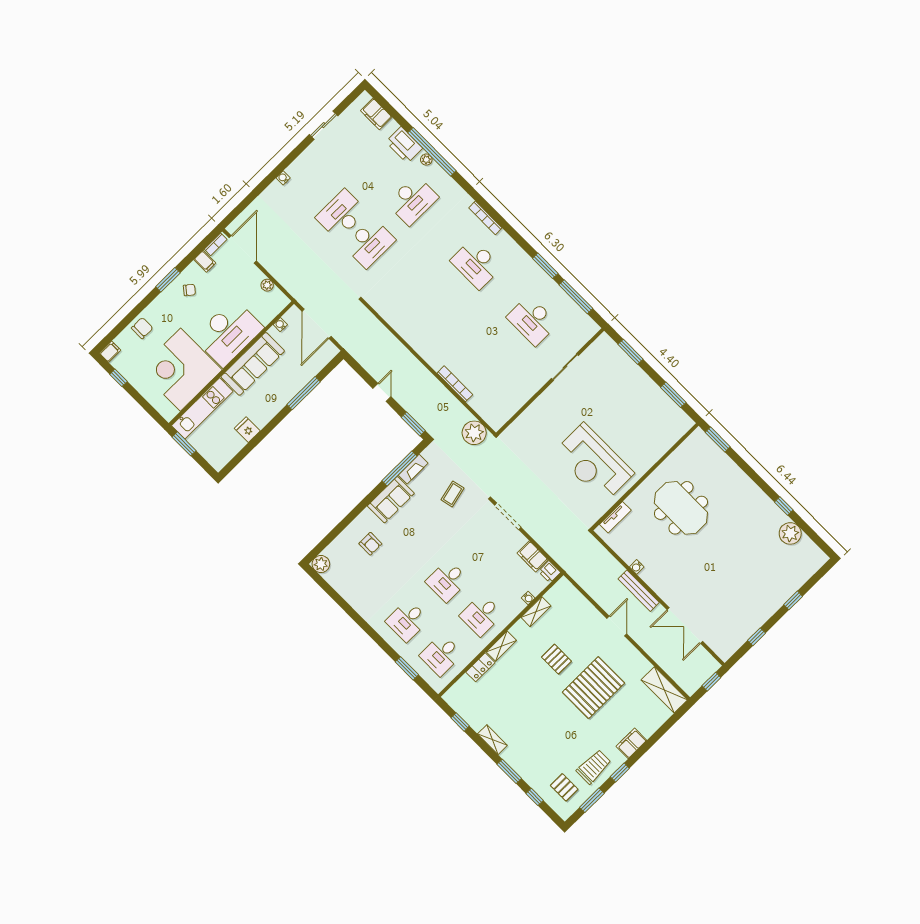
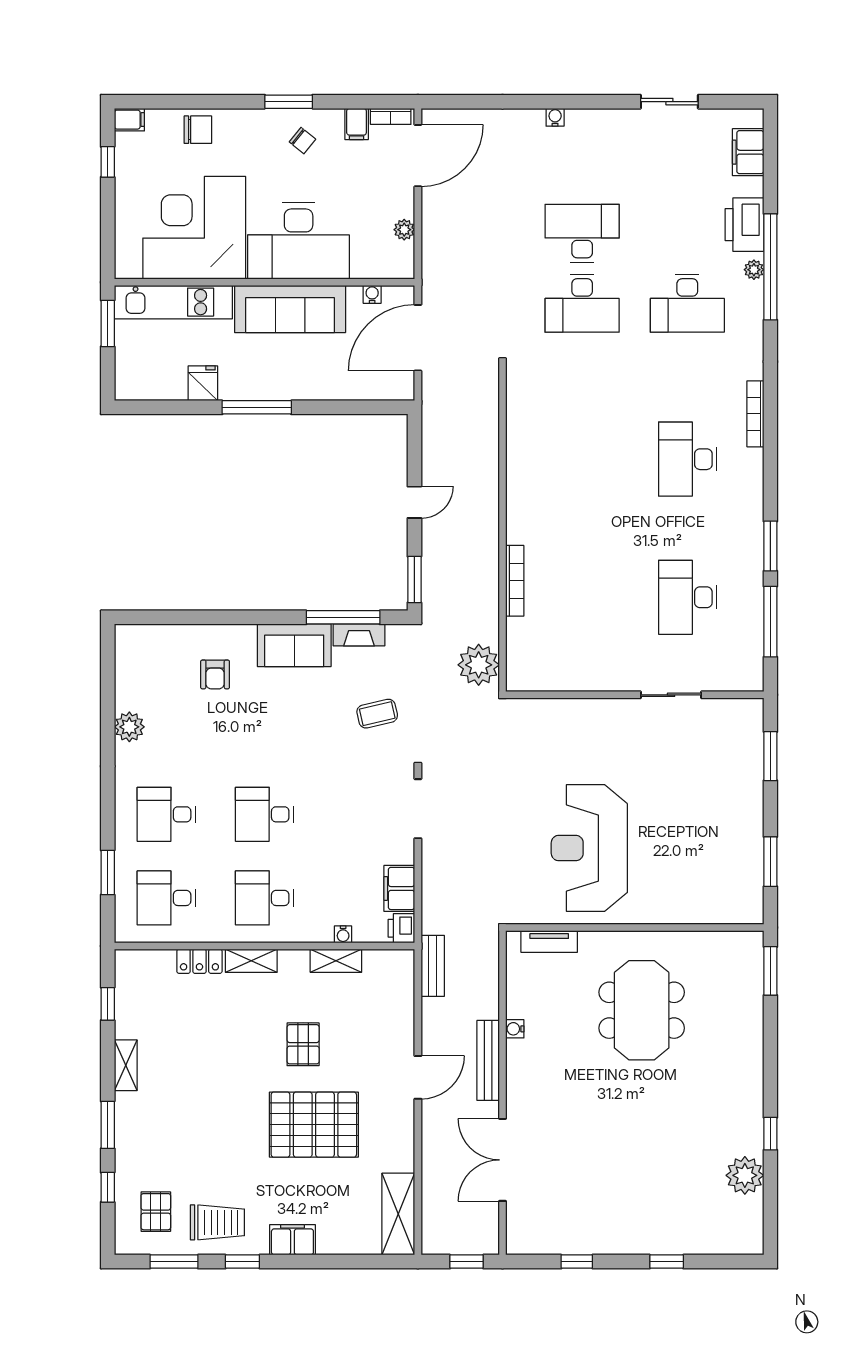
window: (304, 393) -> (257, 407), moved
plant: (321, 564) -> (129, 727), moved
bench: (578, 574) -> (433, 966), added

